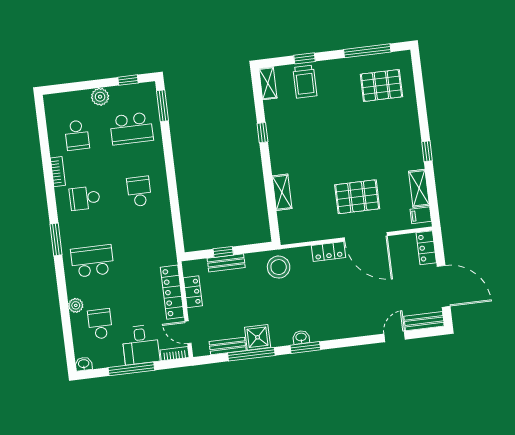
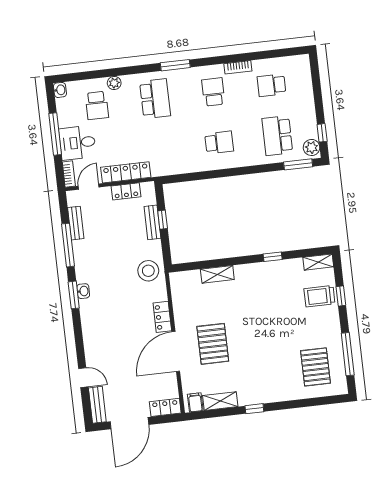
plant: (100, 97) -> (312, 147), moved
school desk: (100, 324) -> (97, 105), turned 90
shower: (258, 337) -> (83, 251), removed

